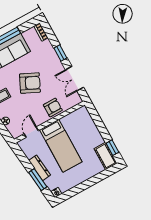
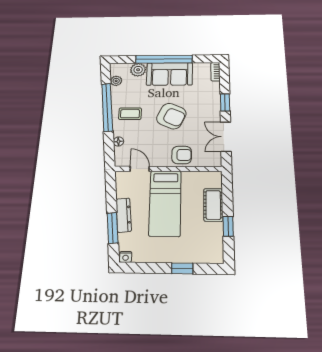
door: (31, 132) -> (140, 169), hinge flipped
window: (112, 148) -> (228, 226), moved
cot: (105, 156) -> (213, 205), moved
window: (94, 180) -> (182, 268), added

